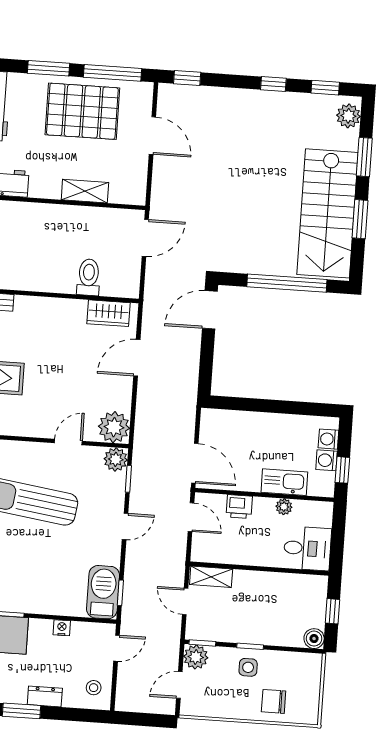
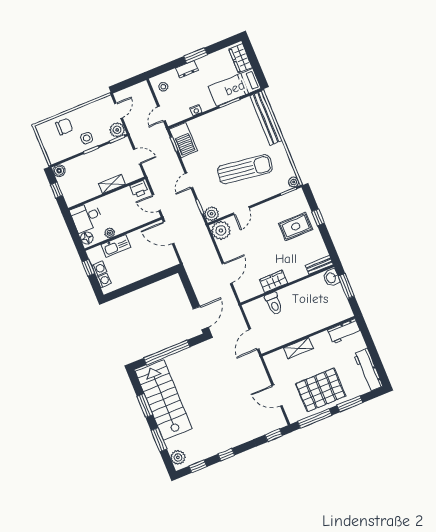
wardrobe: (109, 313) -> (273, 281), moved
printer: (239, 507) -> (139, 189), moved, turned 180
floor lamp: (322, 516) -> (87, 238), added
shelving: (211, 577) -> (112, 184), moved

